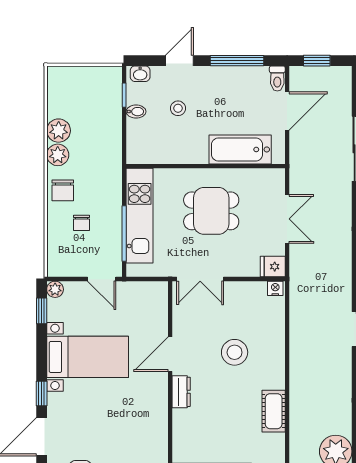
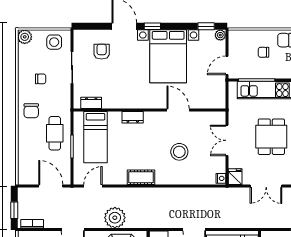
double door: (200, 279) -> (227, 140), moved
bed with nightstands: (88, 357) -> (168, 56), width x1.36
dresser: (181, 392) -> (133, 117), moved

